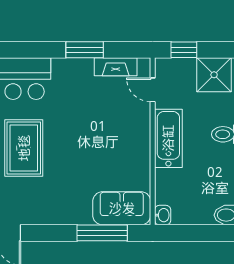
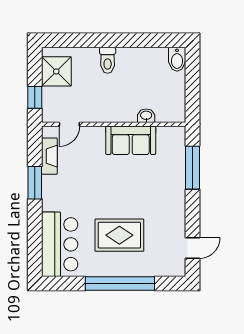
bathtub: (168, 138) -> (111, 111), removed
sofa: (122, 208) -> (131, 140), moved, turned -90
washbasin: (163, 215) -> (146, 116), moved

